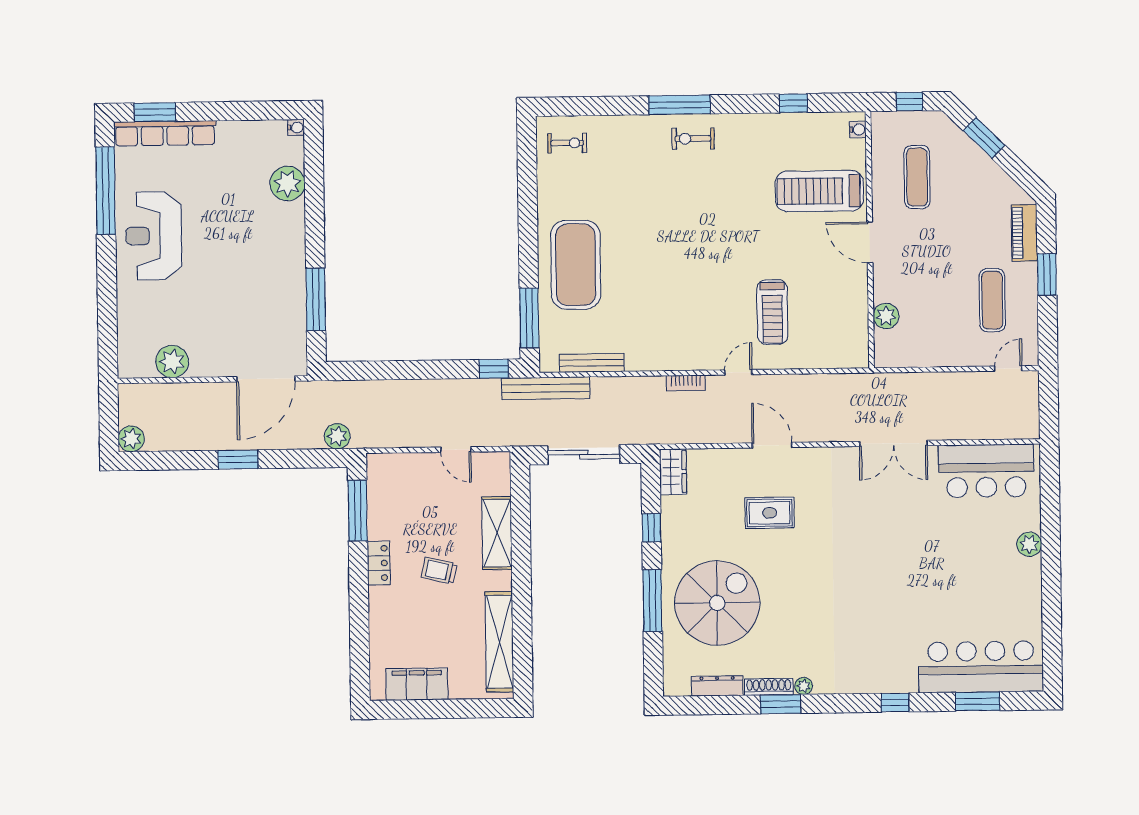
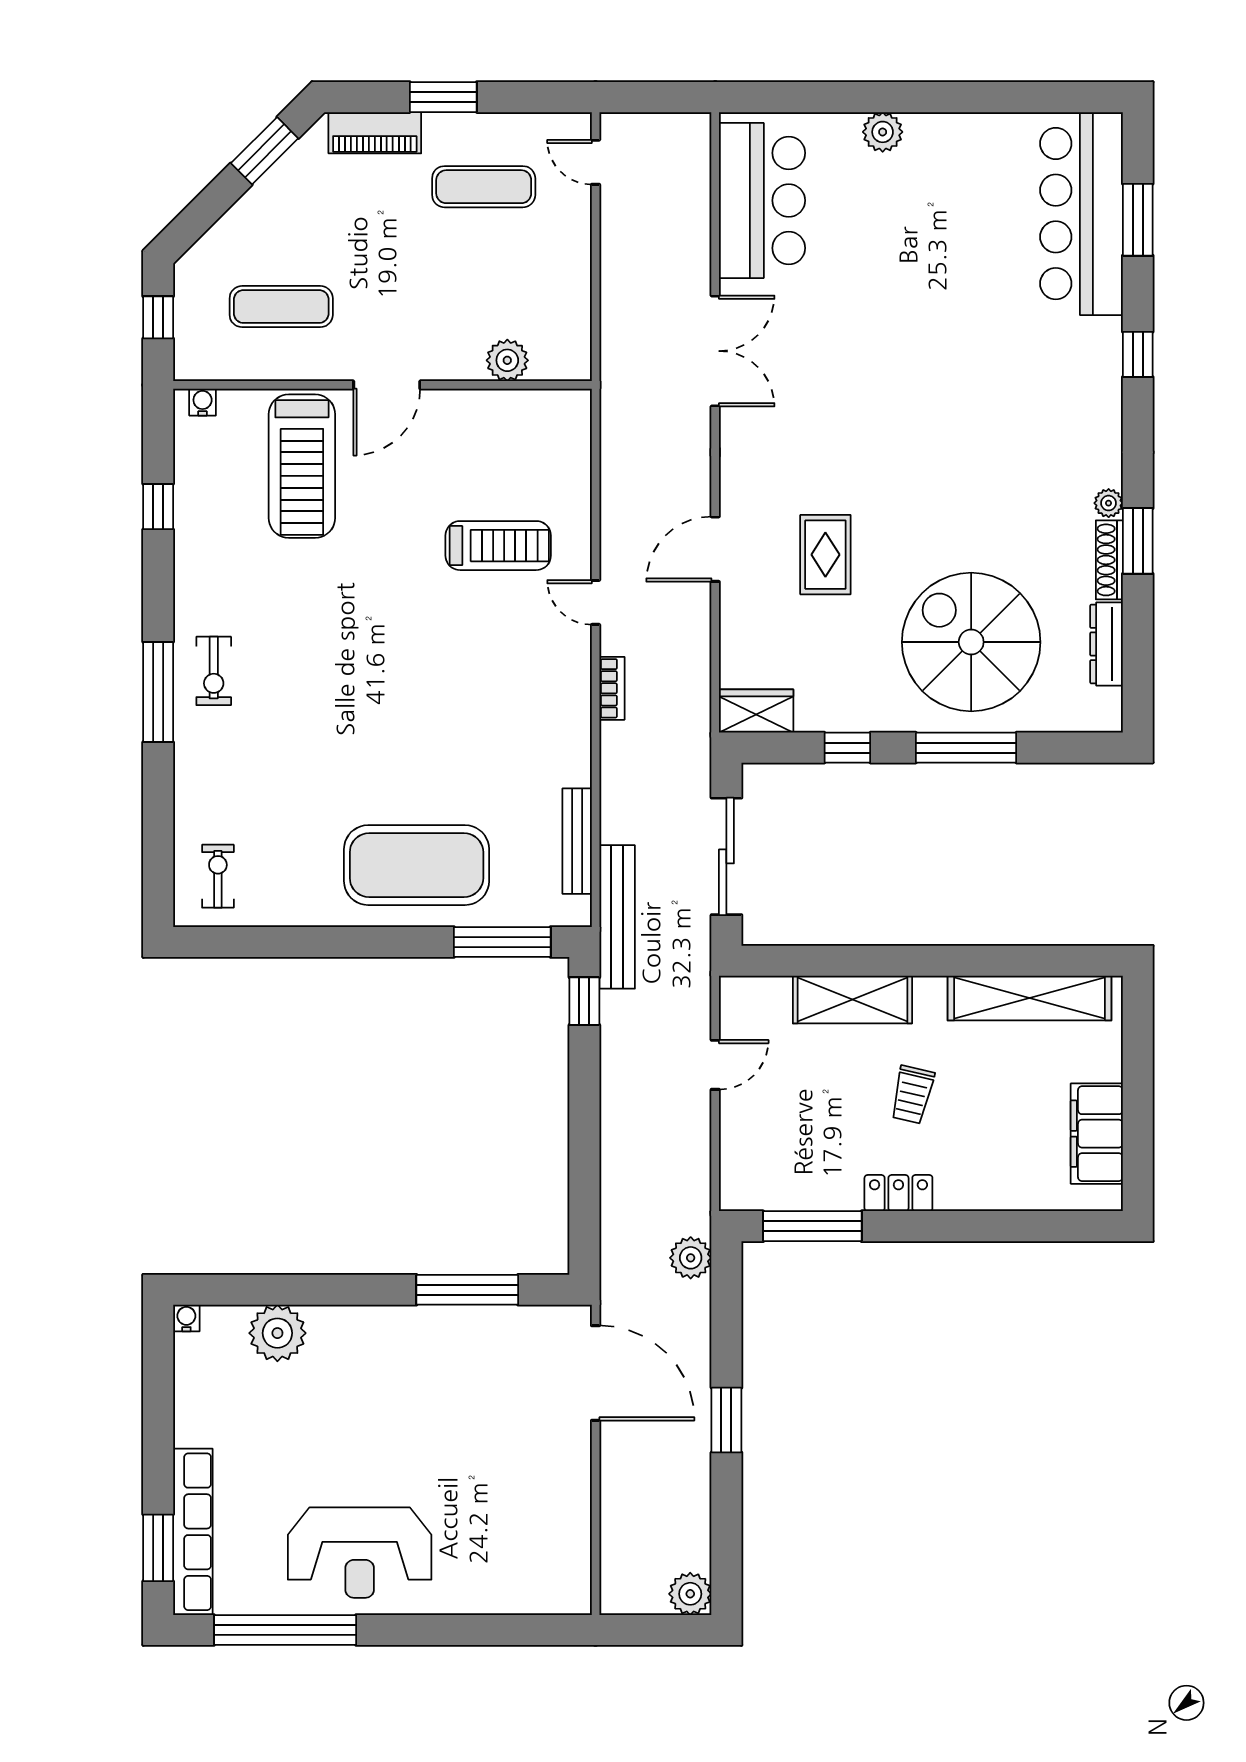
window: (984, 138) -> (265, 151), moved
plant: (172, 362) -> (565, 1525), removed

